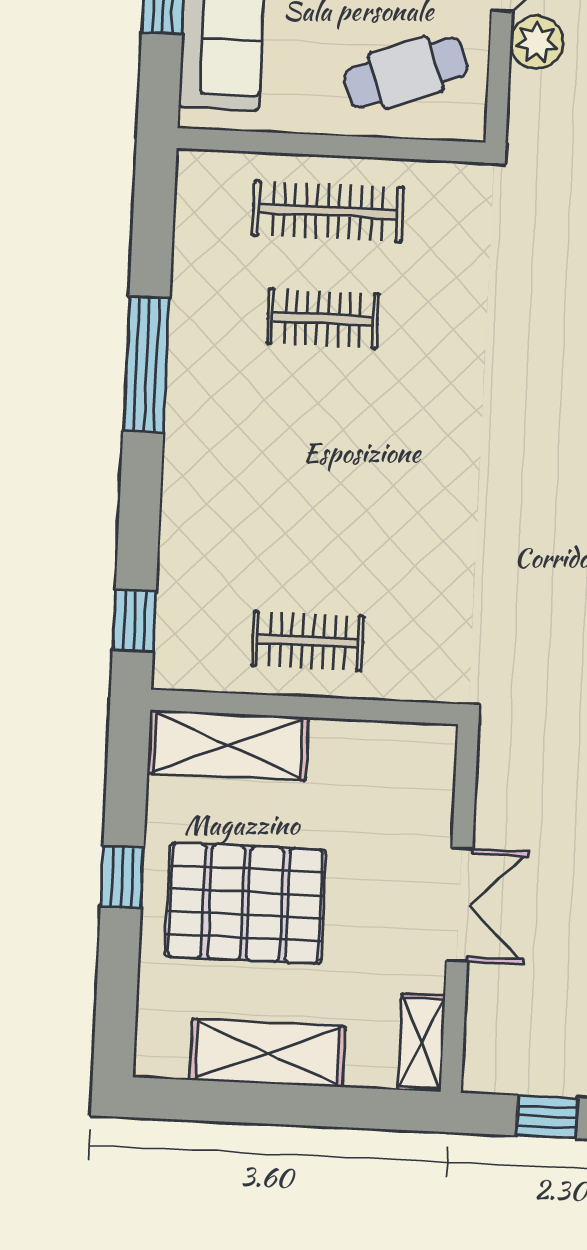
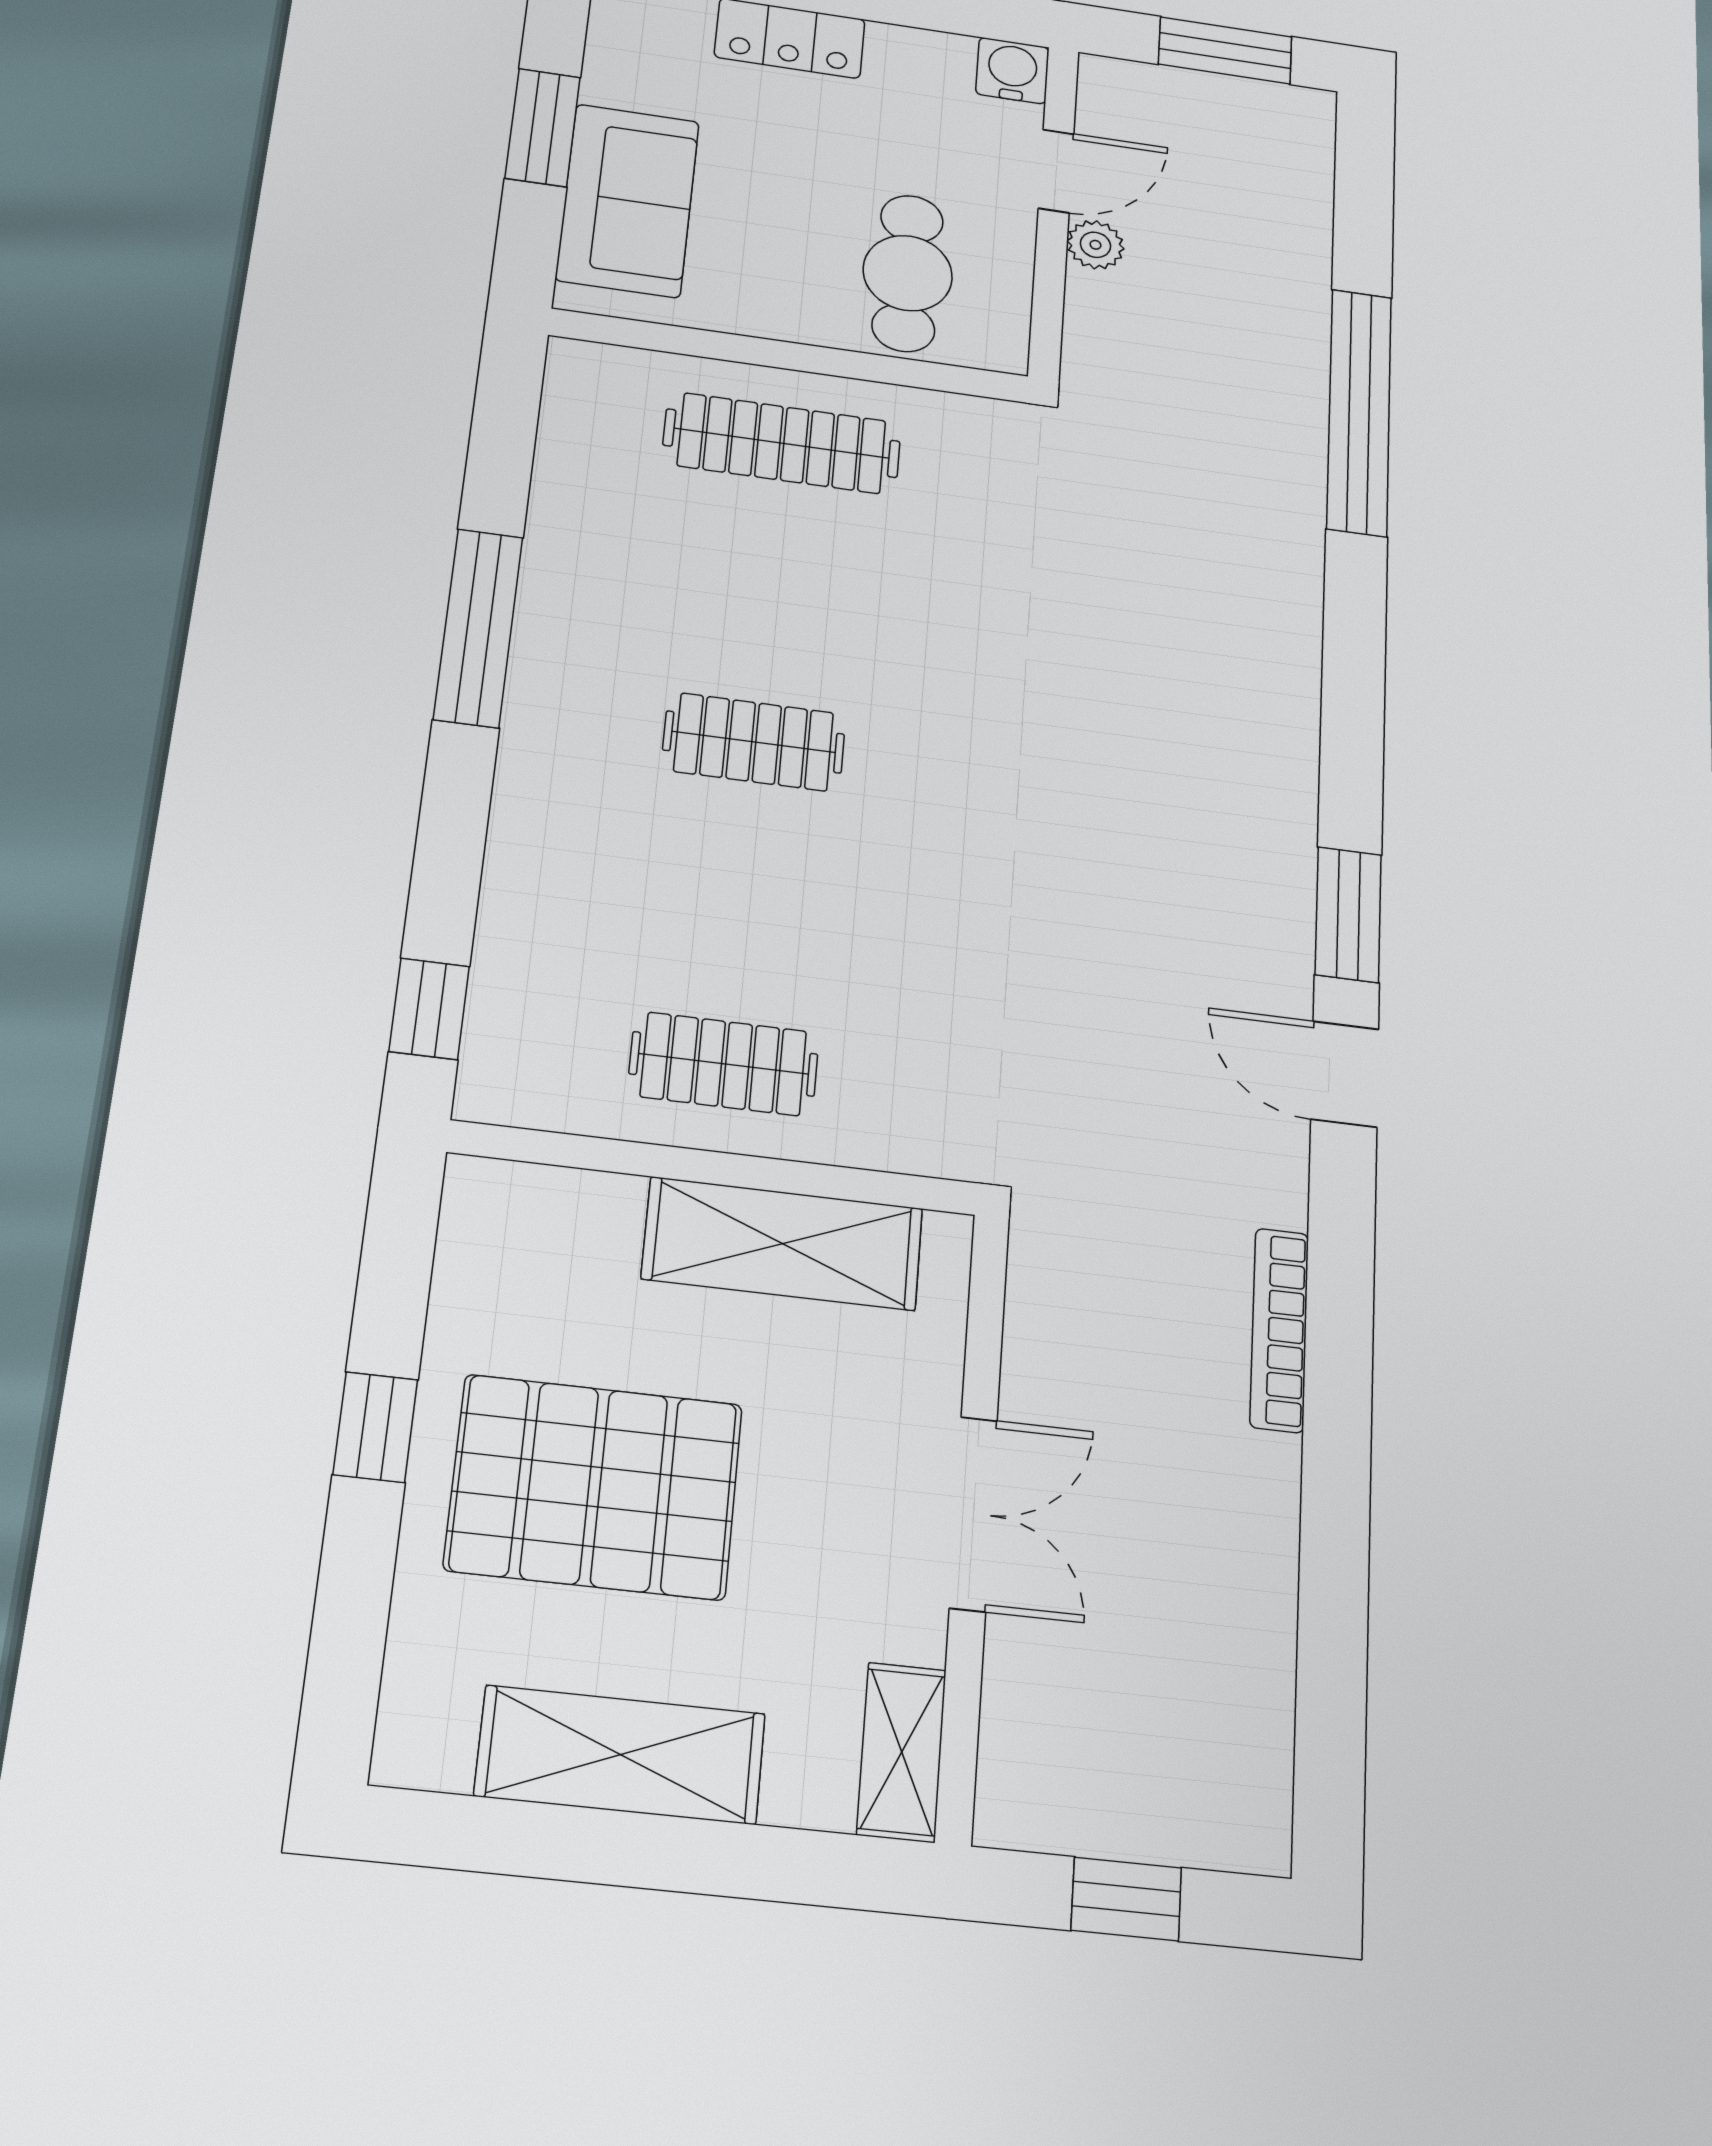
plant: (537, 42) -> (1095, 245), width x0.73, depth x0.73
cafe table: (406, 73) -> (908, 273), turned -70
clothes rail: (323, 319) -> (754, 742), moved
shelving: (228, 745) -> (783, 1244), moved

